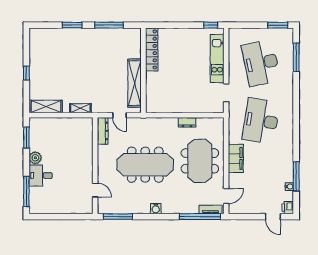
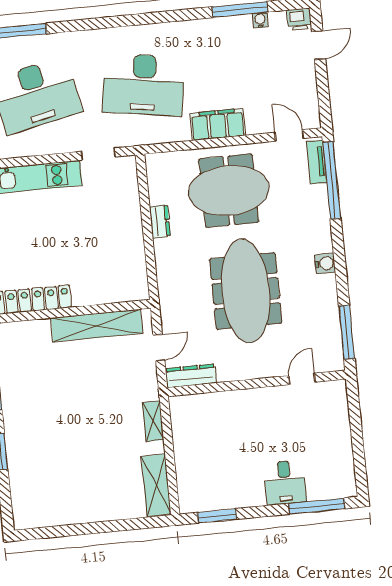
window: (26, 73) -> (98, 528), removed
plant: (35, 158) -> (253, 495), removed

